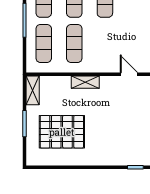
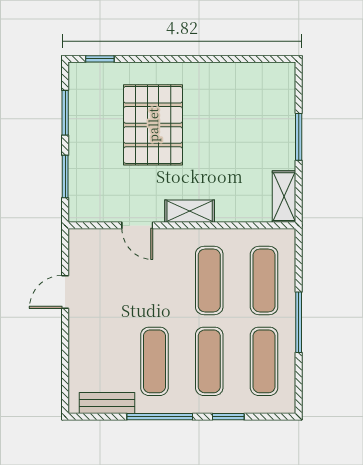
door: (129, 74) -> (137, 225), moved
pallet: (62, 132) -> (153, 125), moved, turned 90

